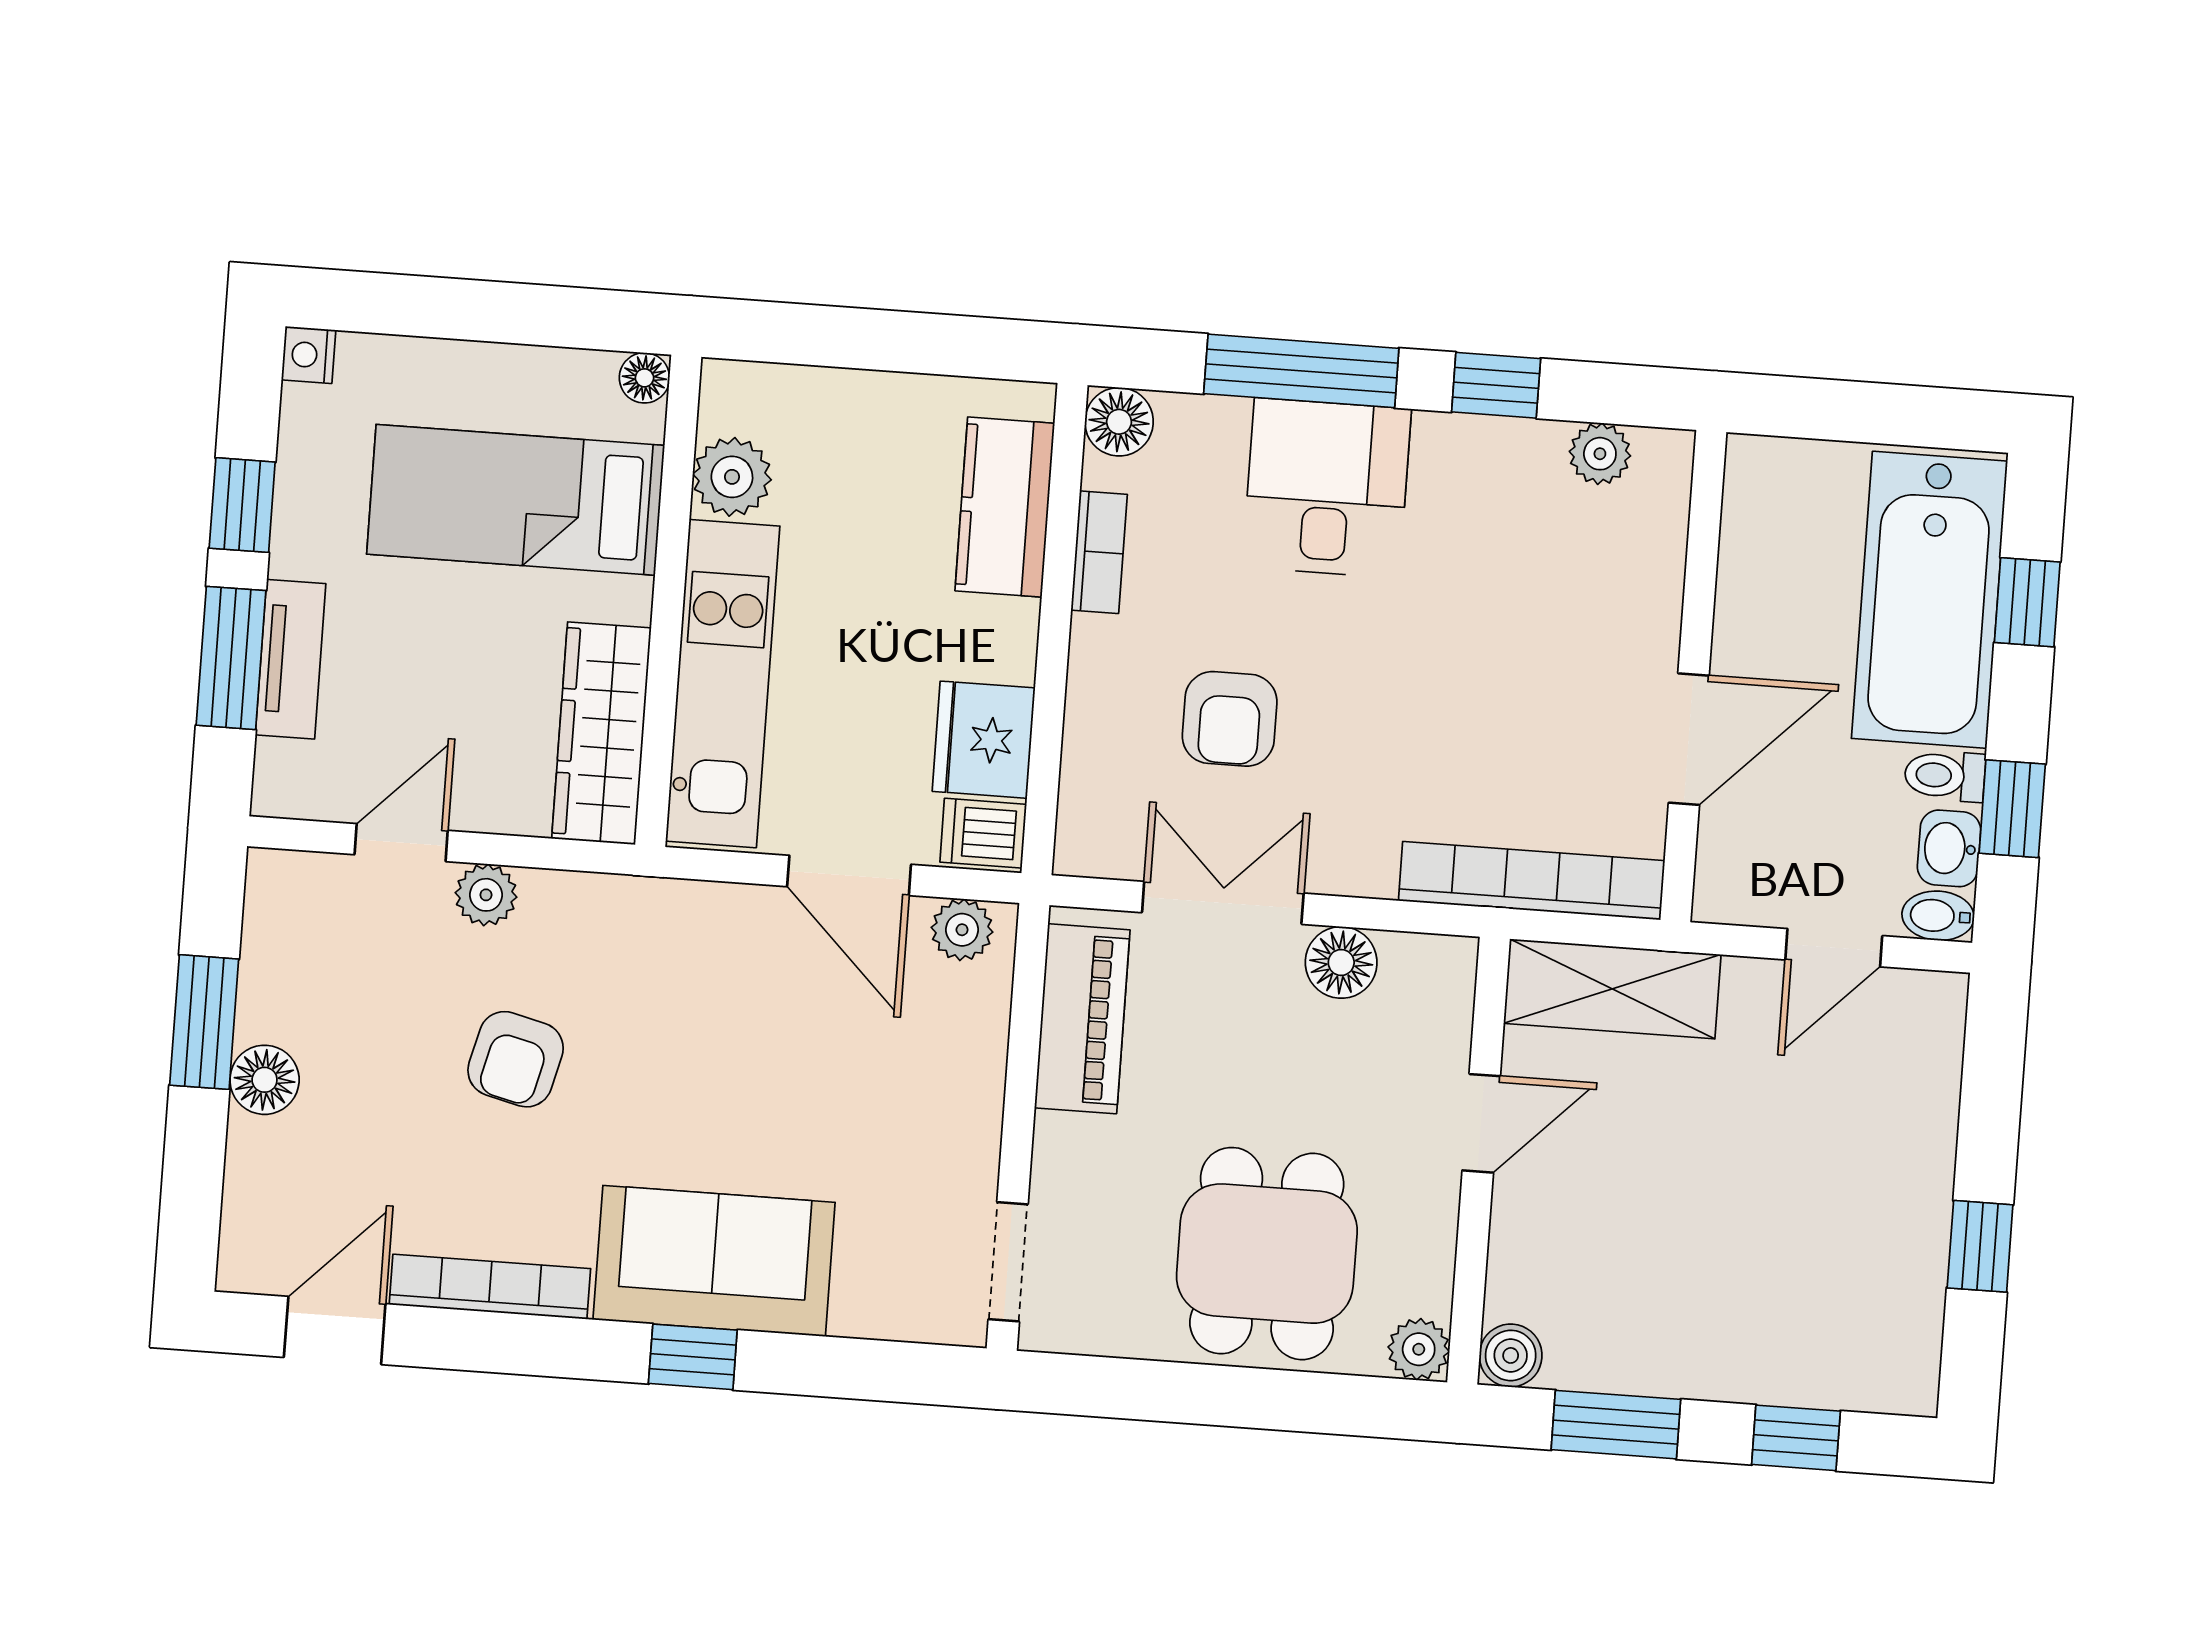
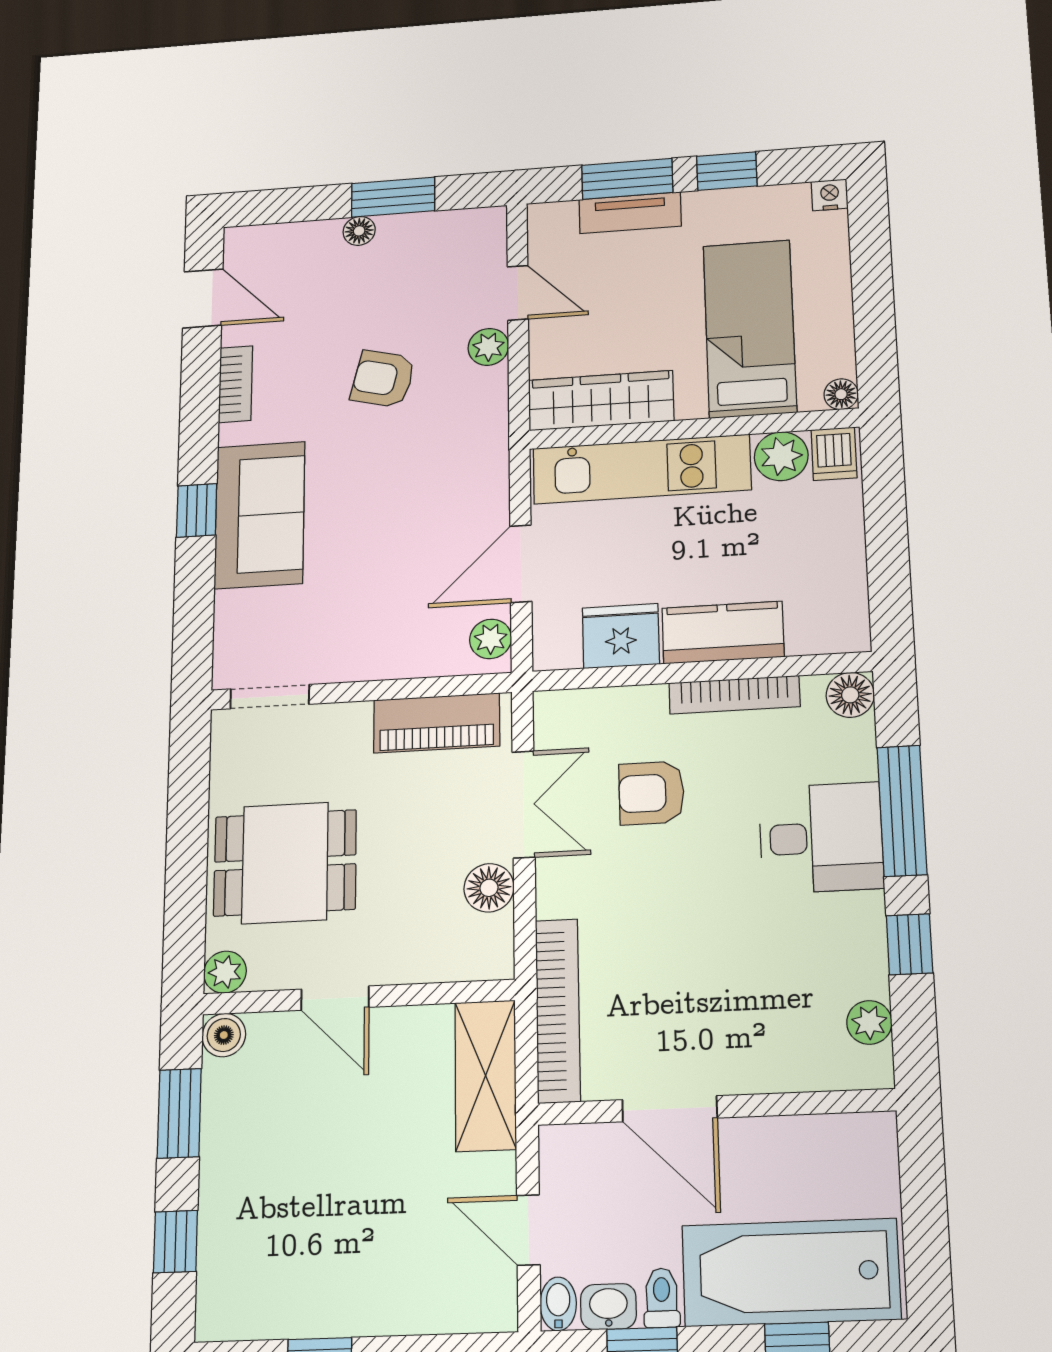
kitchen counter: (1005, 507) -> (723, 632), moved
bookcase: (1099, 552) -> (734, 695), width x1.56
dishwasher: (983, 833) -> (834, 454), moved, turned 180
floor lamp: (265, 1080) -> (359, 231), width x0.73, depth x0.73
door: (1481, 1123) -> (335, 998), moved
bookcase: (490, 1287) -> (236, 384), width x0.64

